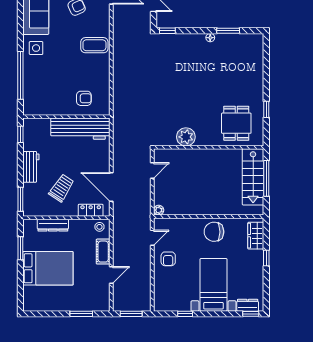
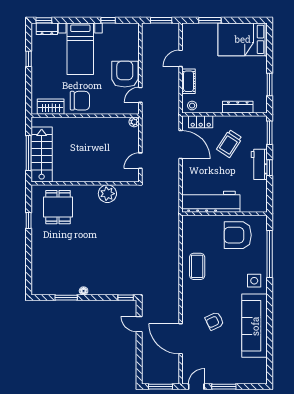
coffee table: (94, 45) -> (197, 266), moved, turned 90
armchair: (84, 98) -> (238, 235), moved, width x1.88, depth x1.88
window: (20, 134) -> (270, 168), moved
wardrobe: (256, 236) -> (51, 107), moved, turned -90
window: (266, 258) -> (29, 59), moved
armchair: (168, 259) -> (125, 74), width x1.88, depth x1.88
bed: (48, 268) -> (243, 39), moved

